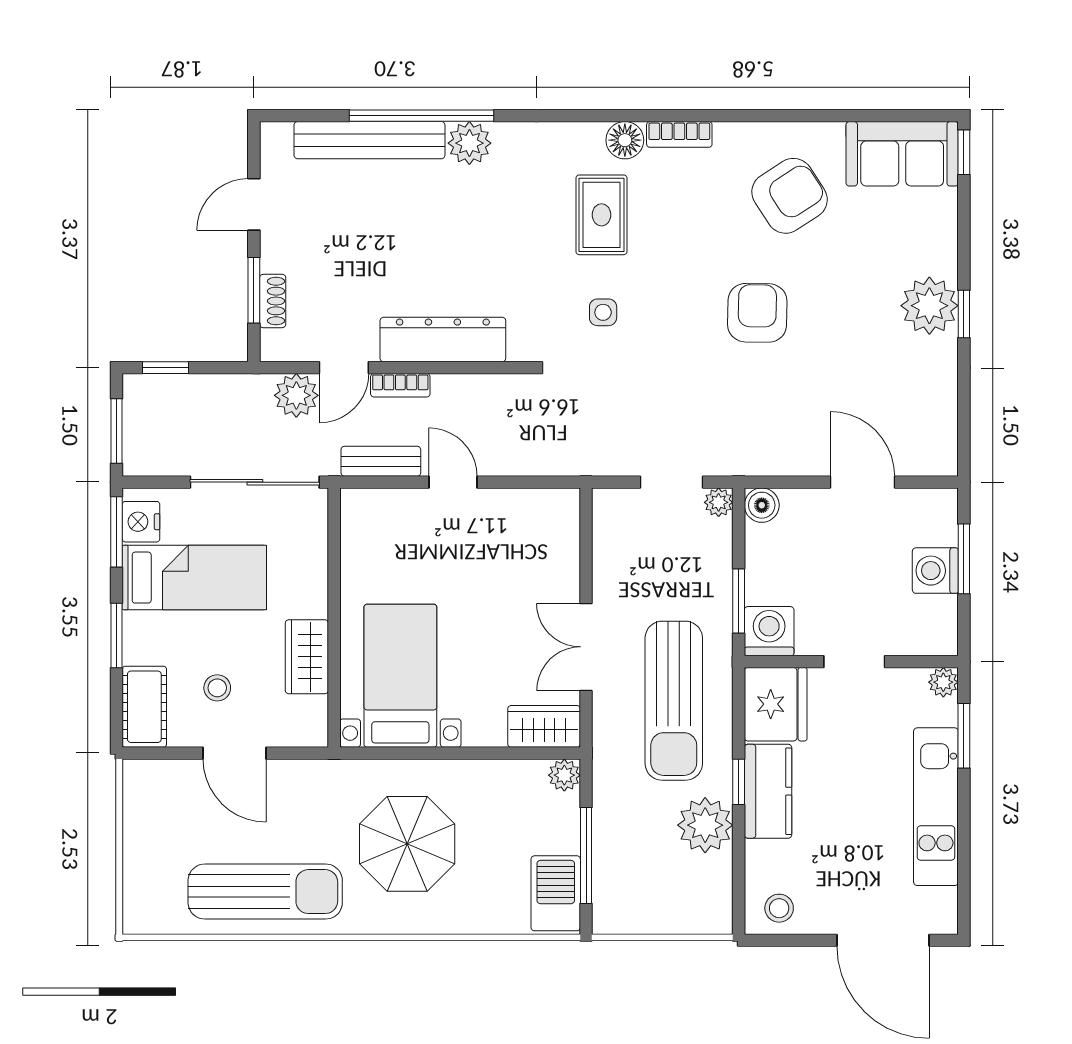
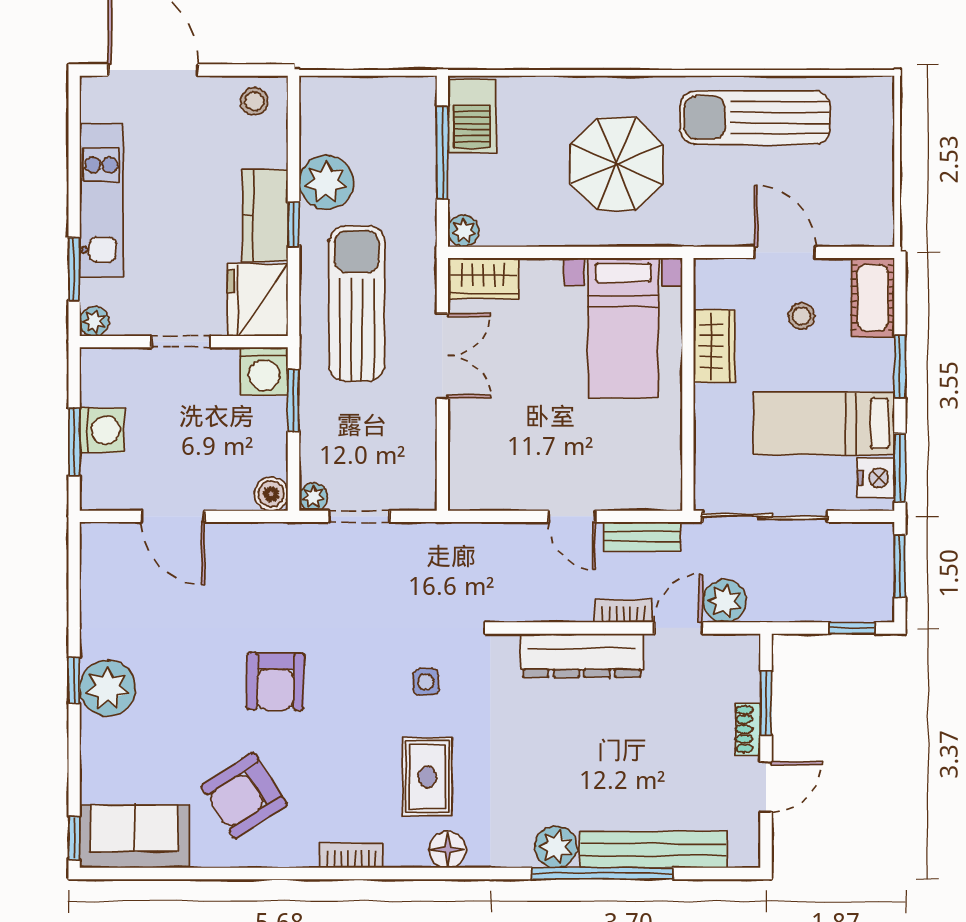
floor lamp: (625, 140) -> (448, 850), moved
shoe rack: (273, 301) -> (748, 729), moved

